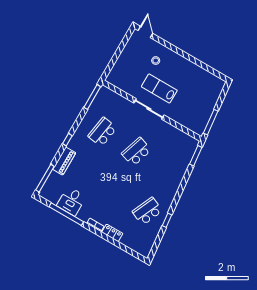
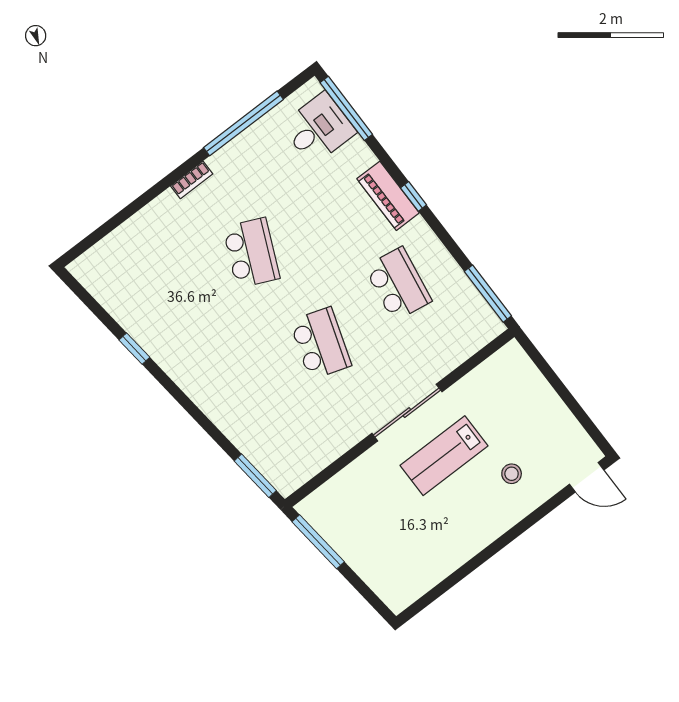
lab bench: (159, 88) -> (444, 456), turned 180
piano: (64, 161) -> (388, 196), moved
desk: (71, 201) -> (319, 129), moved, turned 90
school desk: (147, 211) -> (251, 253), moved
locker: (112, 233) -> (157, 211), removed

